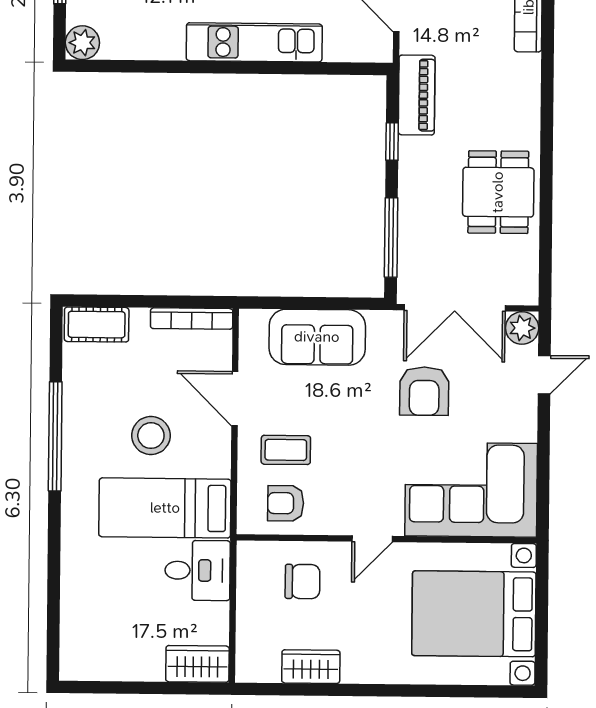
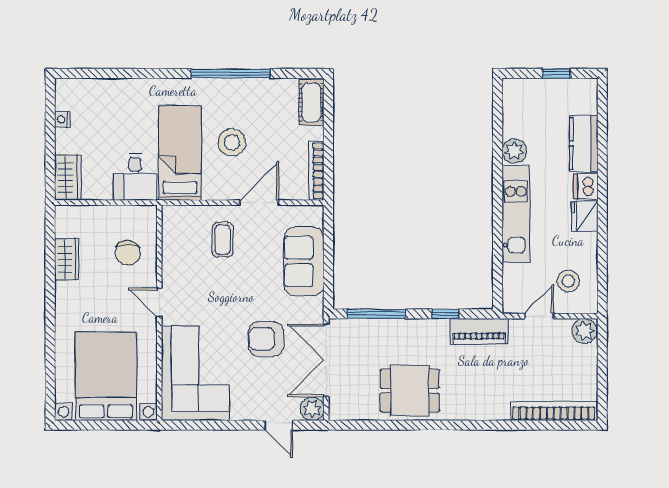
plant: (82, 43) -> (514, 151), moved
armchair: (286, 503) -> (184, 240), removed
nightstand: (116, 671) -> (62, 119), added

